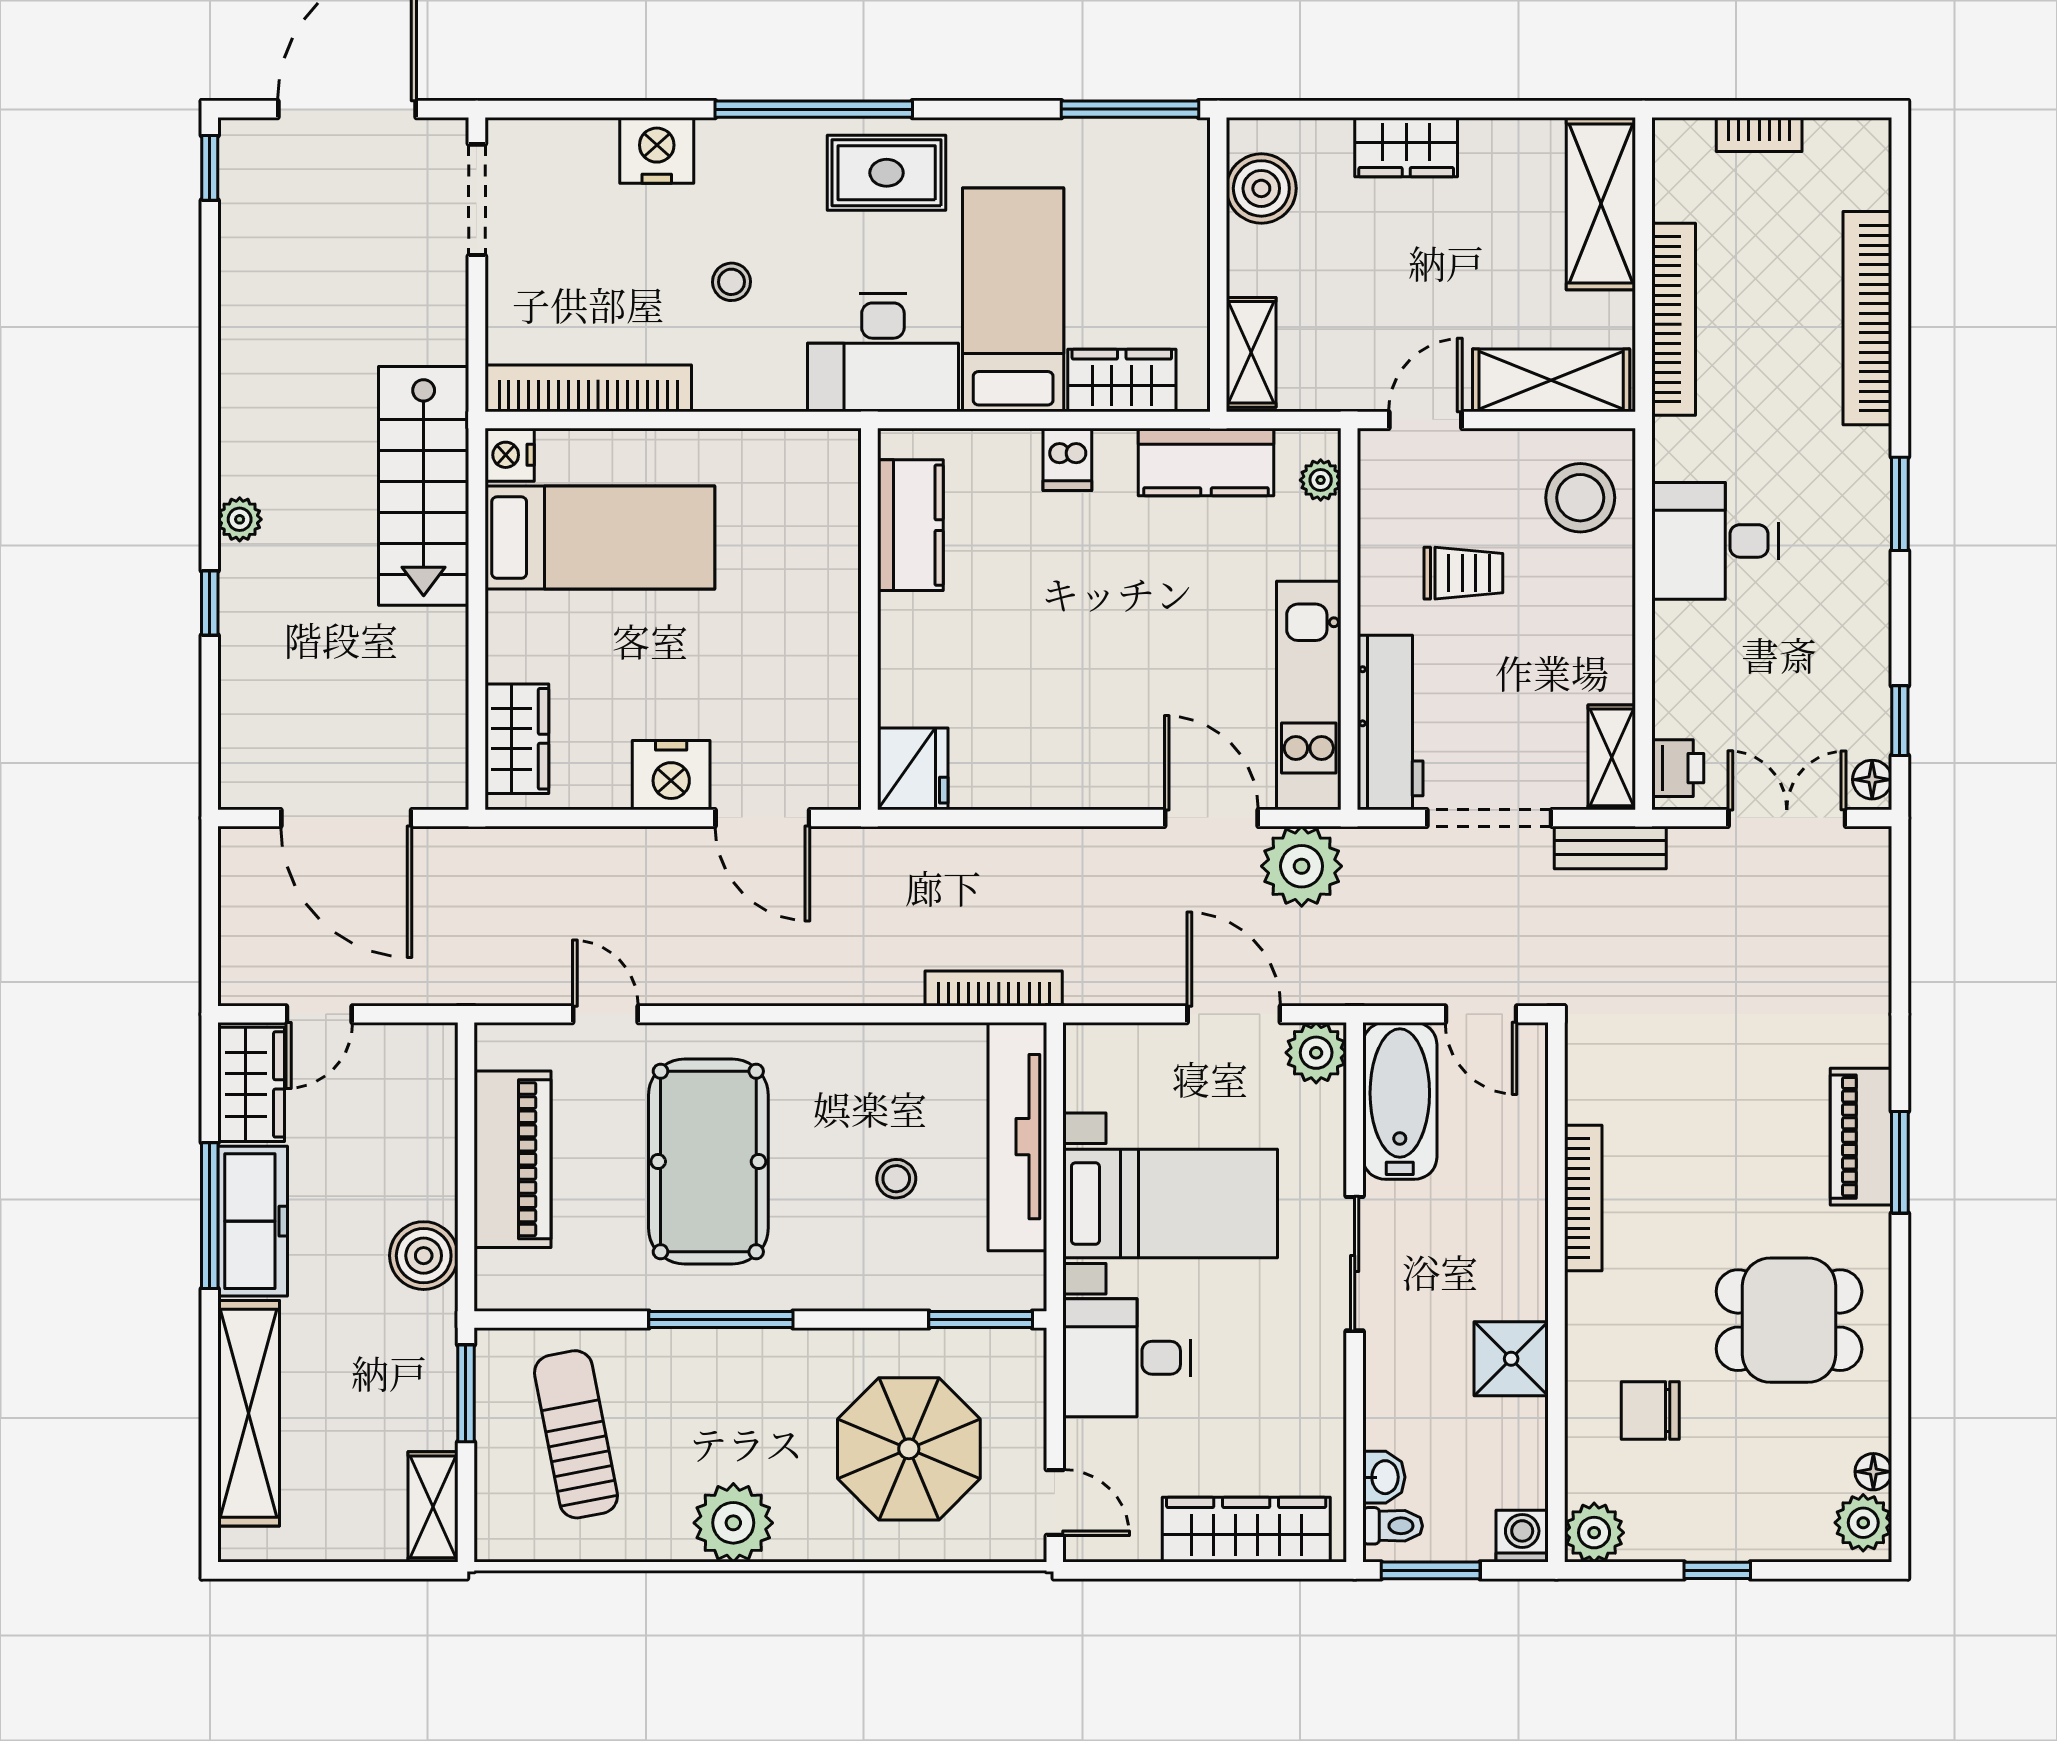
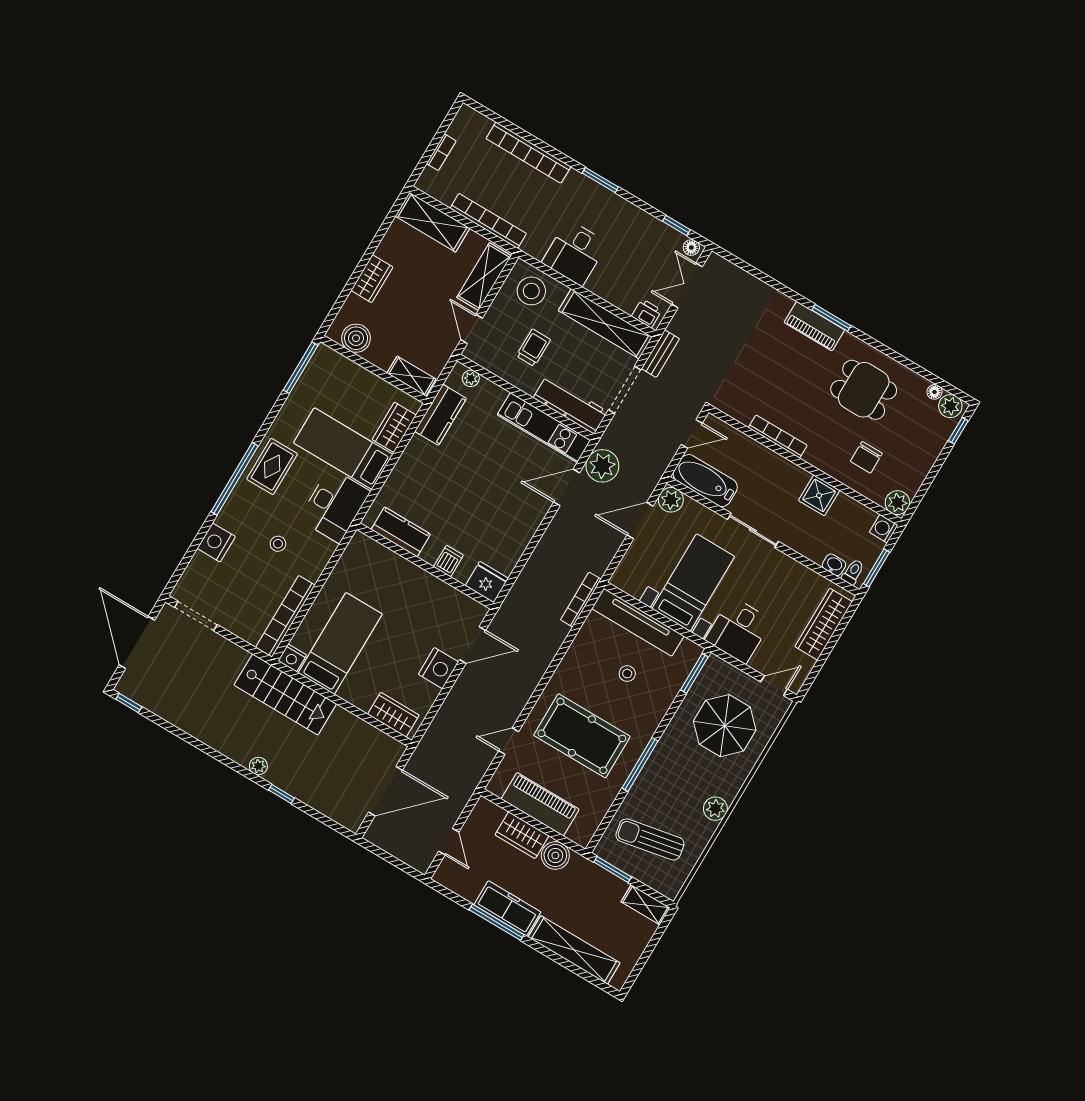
dishwasher: (1067, 459) -> (448, 561), moved, turned -90
shelving: (1612, 757) -> (605, 324), width x2.20, depth x1.33
wardrobe: (251, 1084) -> (522, 835), moved, turned 180
dining table: (1789, 1320) -> (864, 390), turned 90
plant: (733, 1523) -> (715, 809), width x0.73, depth x0.73
window: (1717, 1570) -> (958, 431), moved

